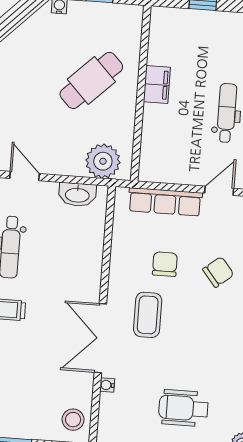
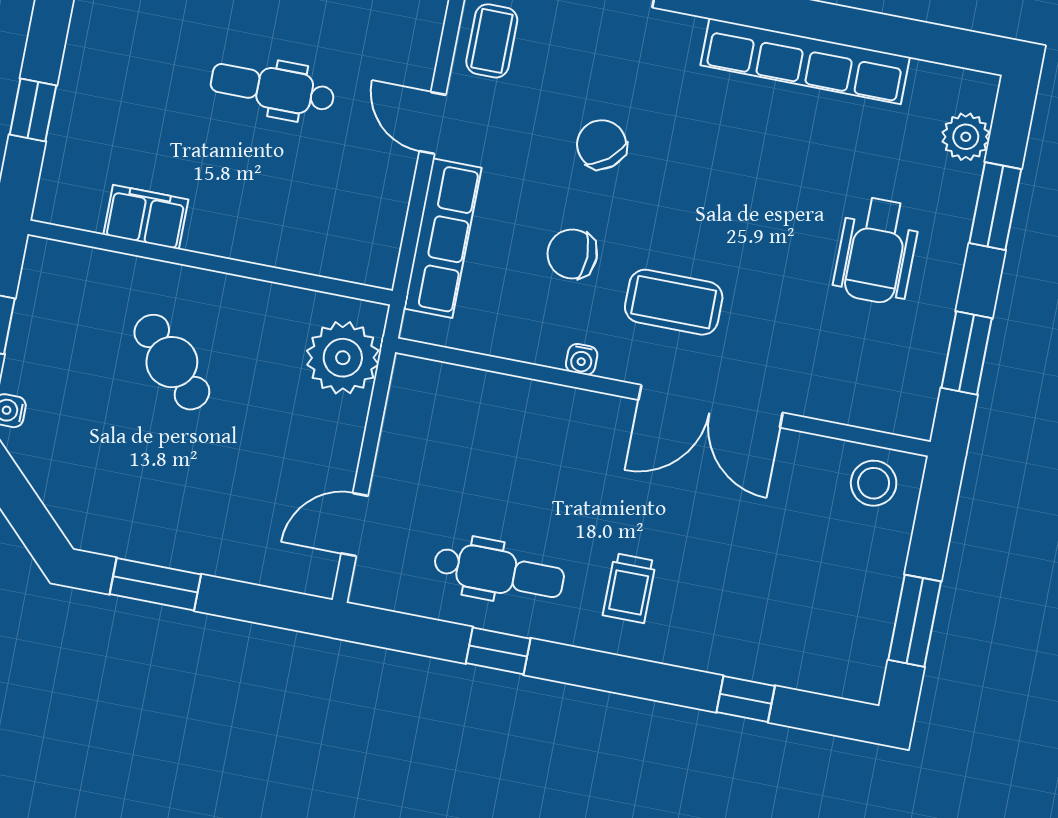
cafe table: (91, 80) -> (172, 362), width x0.73, depth x0.74
filing cabinet: (157, 85) -> (146, 217), moved
washbasin: (77, 195) -> (406, 419), removed
water cooler: (107, 385) -> (582, 359), moved

